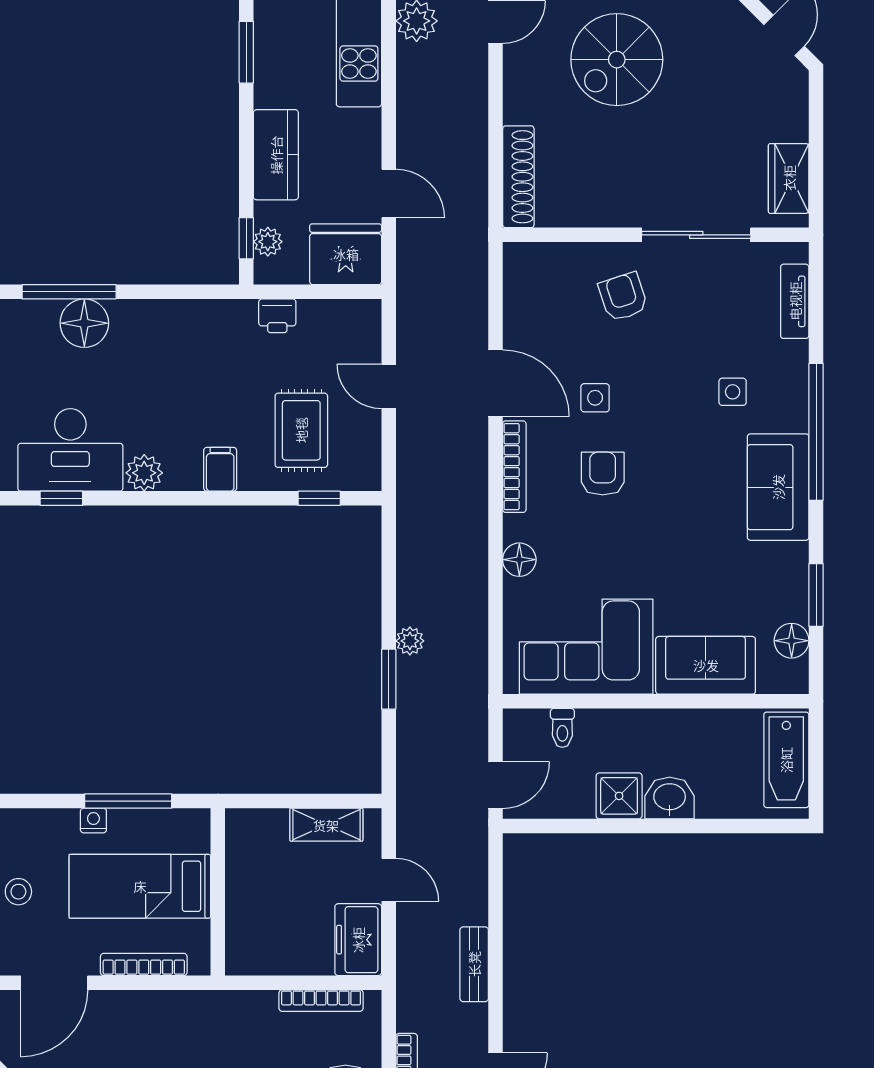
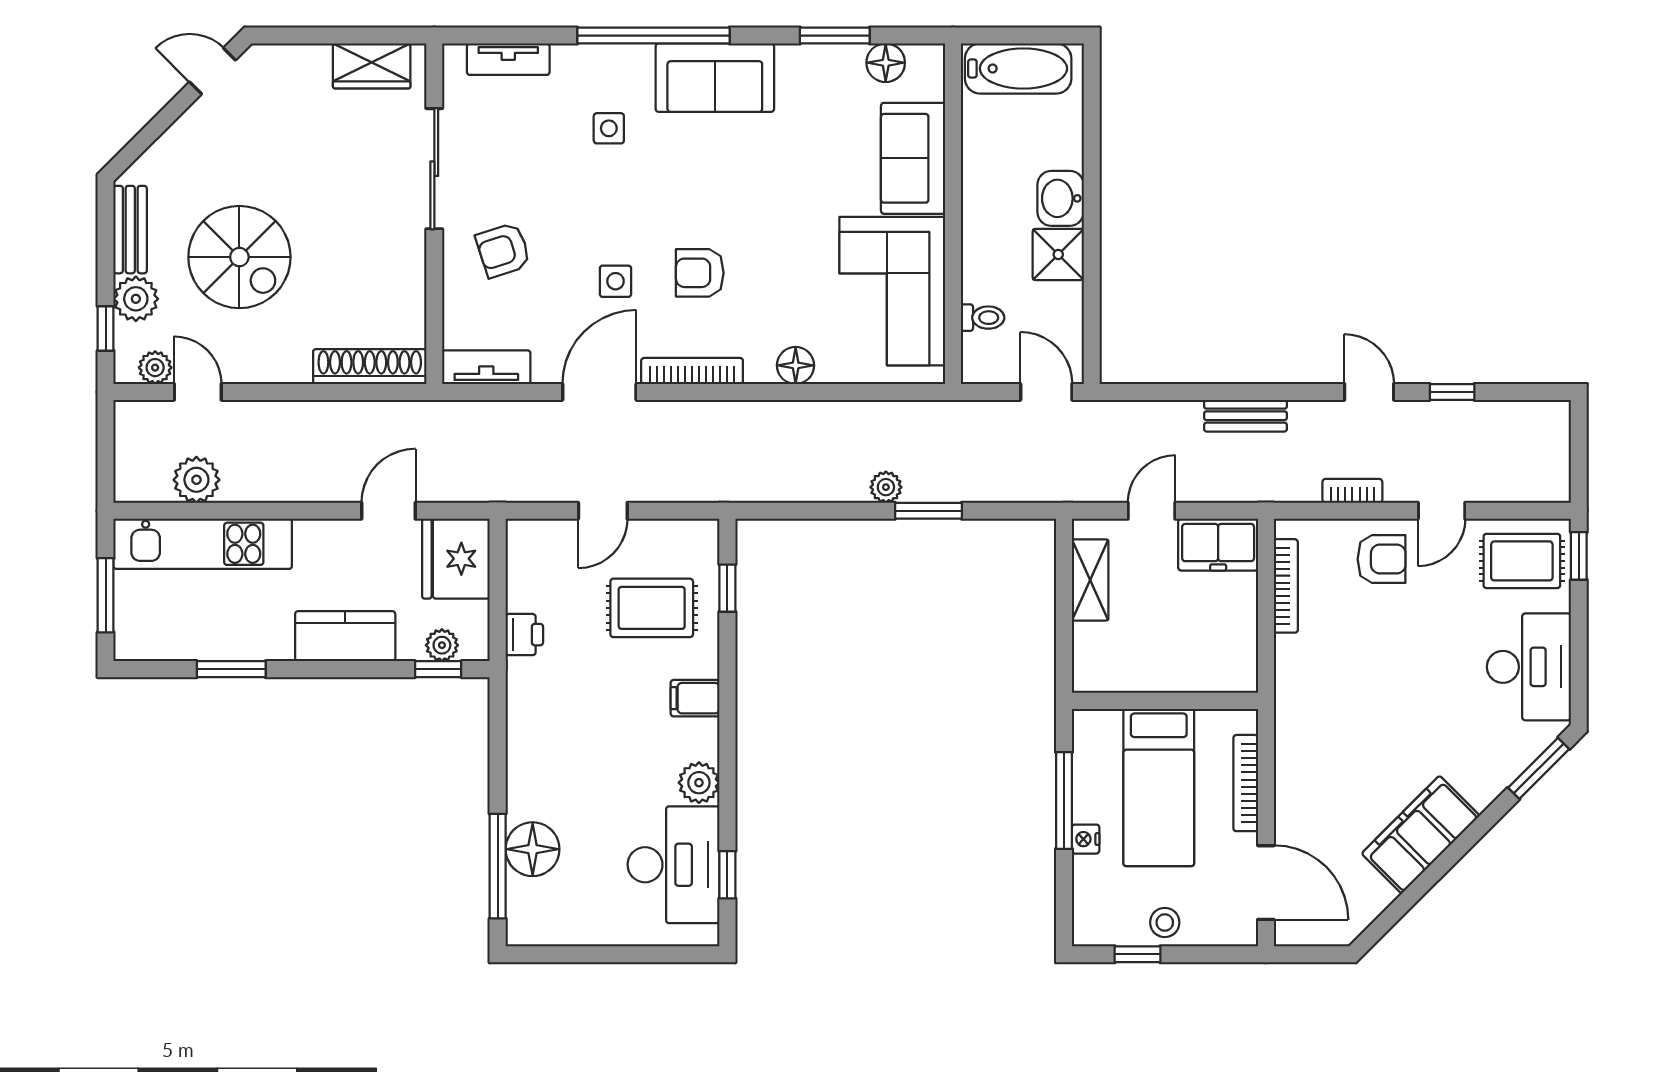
tv unit: (518, 282) -> (486, 367), added

